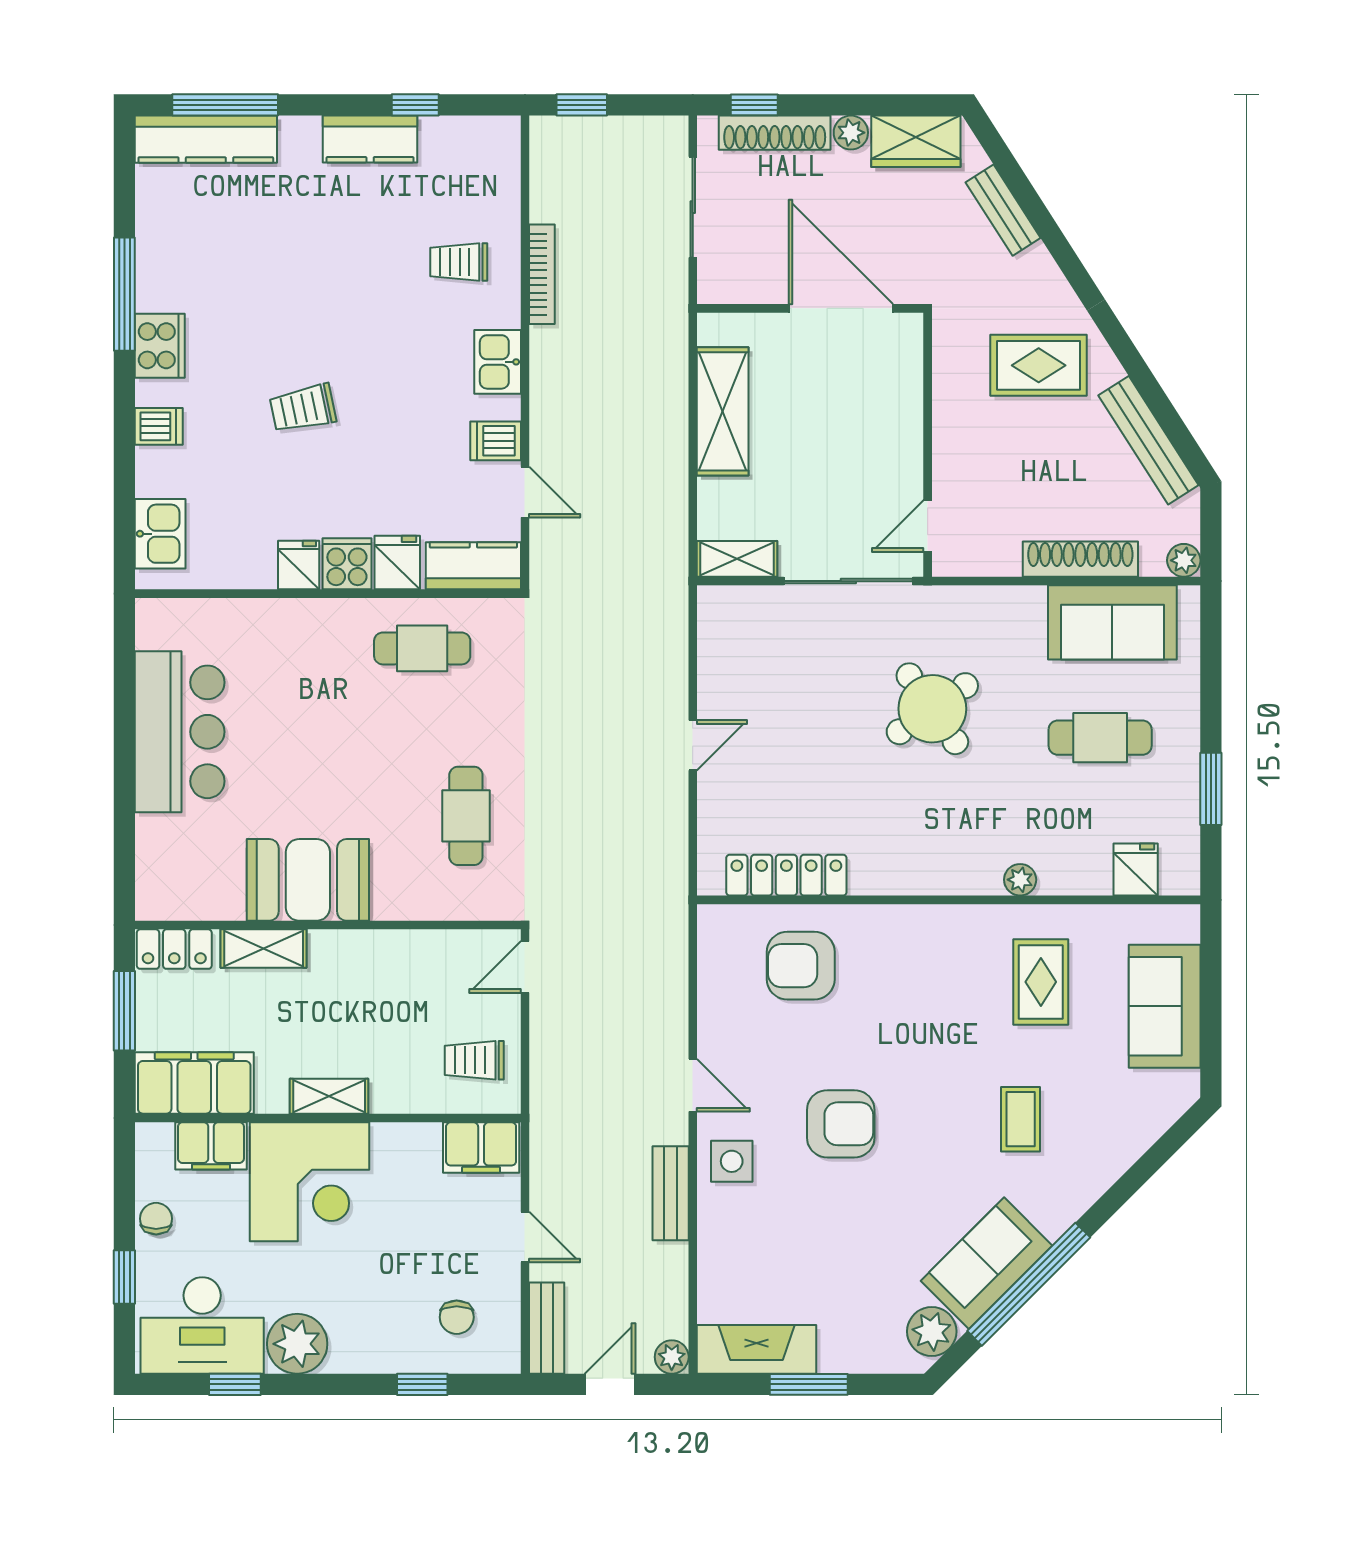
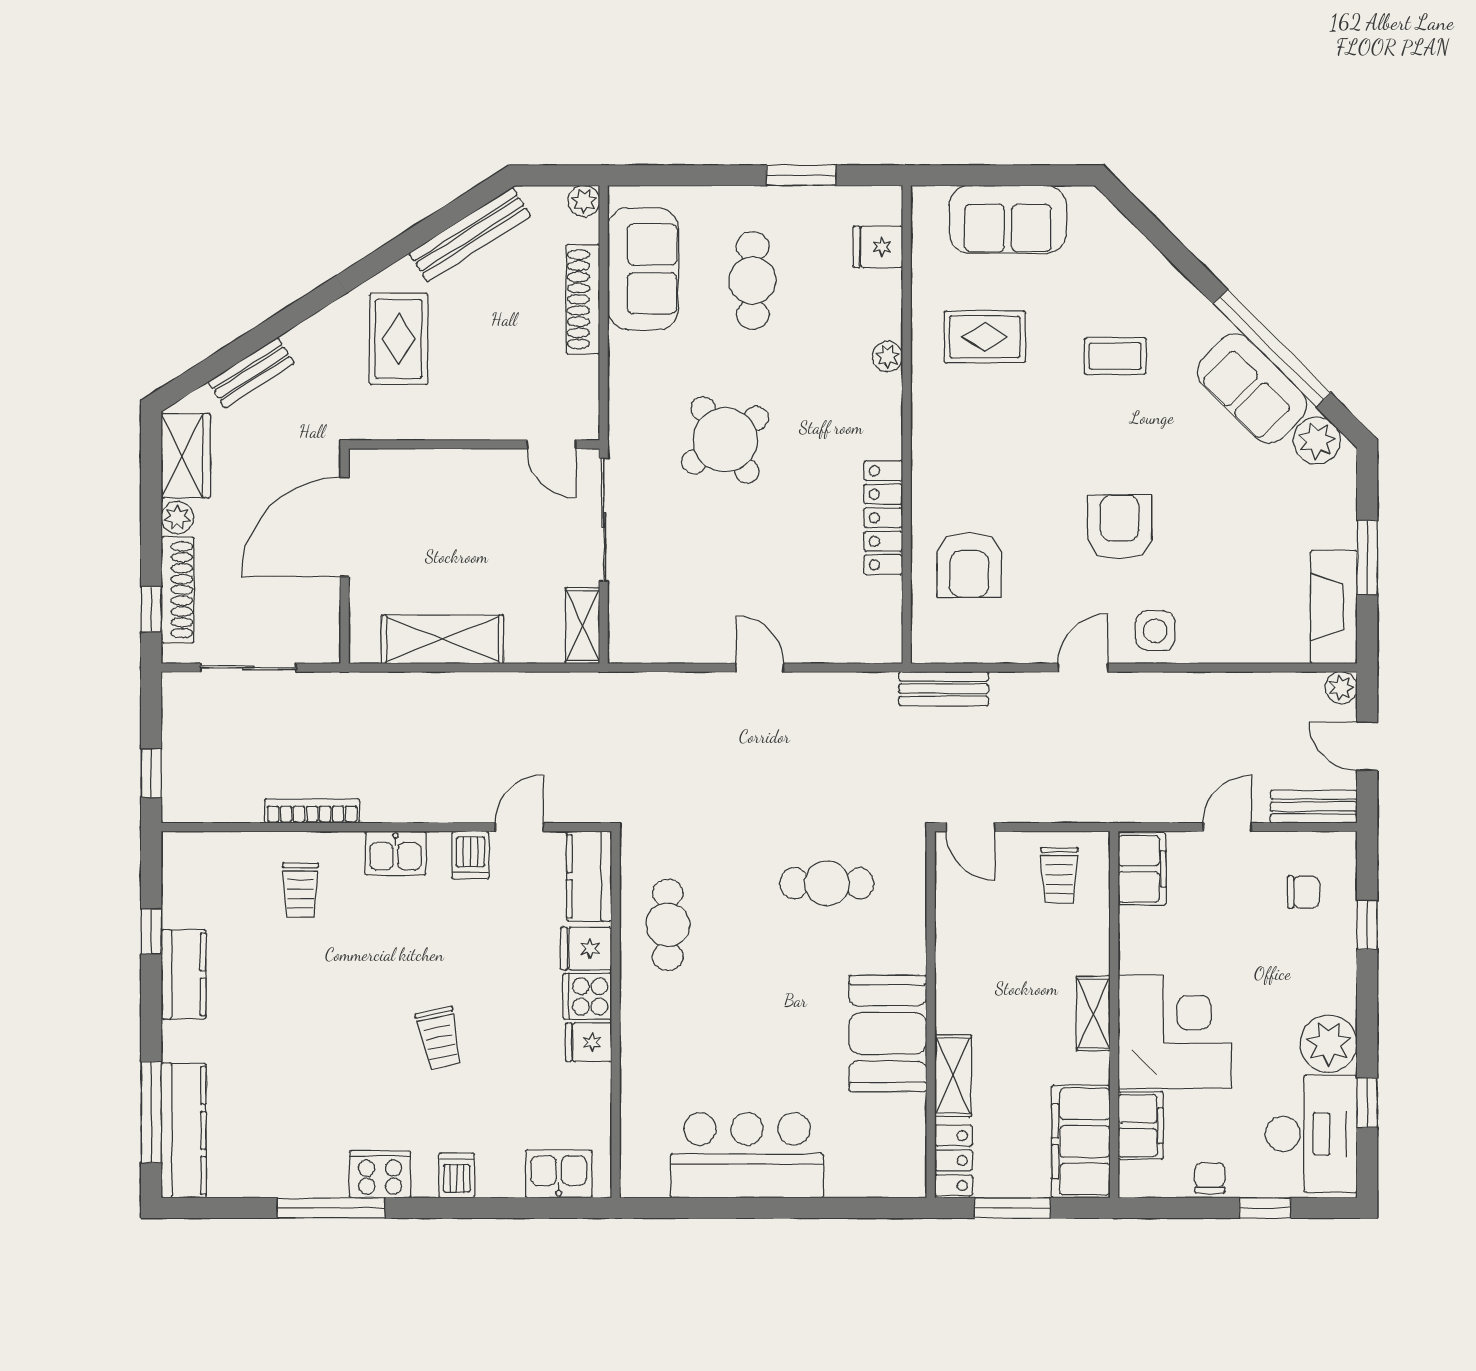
locker: (786, 875) -> (883, 518), moved
bench: (671, 1193) -> (944, 689), moved
chair: (156, 1219) -> (1210, 1178), turned 90

